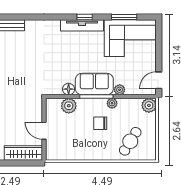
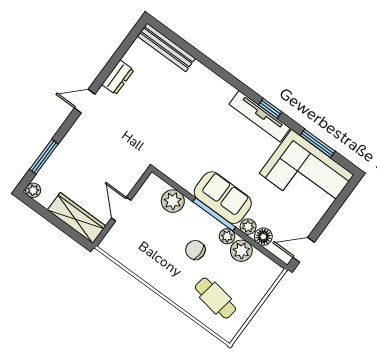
floor lamp: (69, 89) -> (263, 237), moved
plant: (149, 105) -> (241, 251), moved
cafe table: (130, 141) -> (215, 298), turned 67

